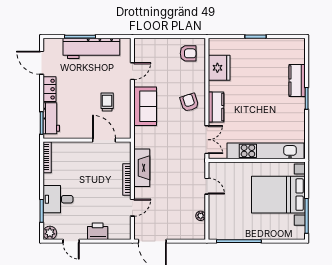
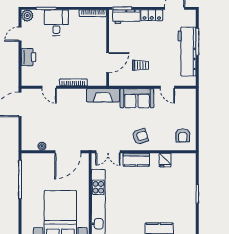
fridge: (219, 68) -> (165, 160), width x0.53, depth x0.75
fireplace: (142, 168) -> (103, 95), moved
door: (207, 186) -> (68, 152), width x1.87

